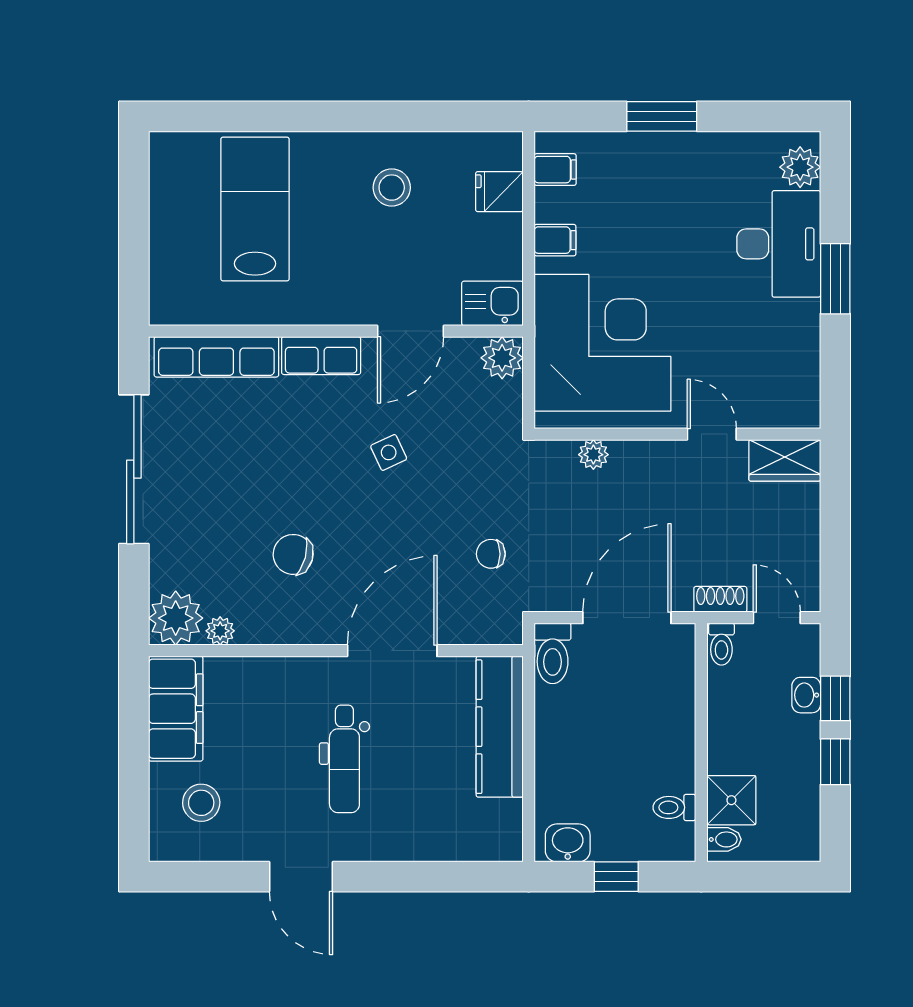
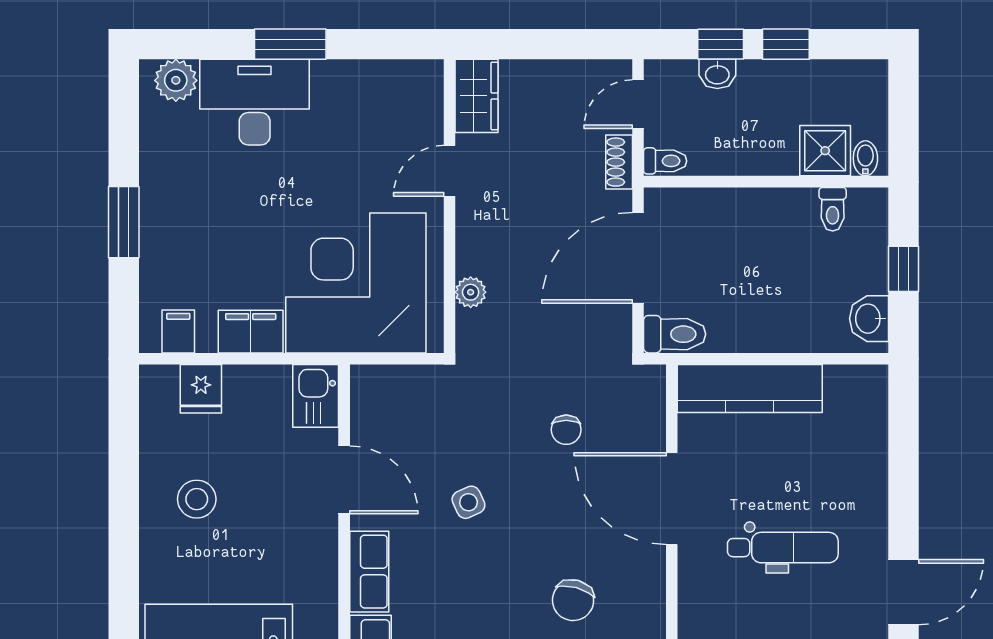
filing cabinet: (555, 240) -> (251, 332), width x2.00
plant: (502, 358) -> (371, 386), removed
chair: (491, 554) -> (566, 430), moved
door: (627, 618) -> (638, 258), hinge flipped

